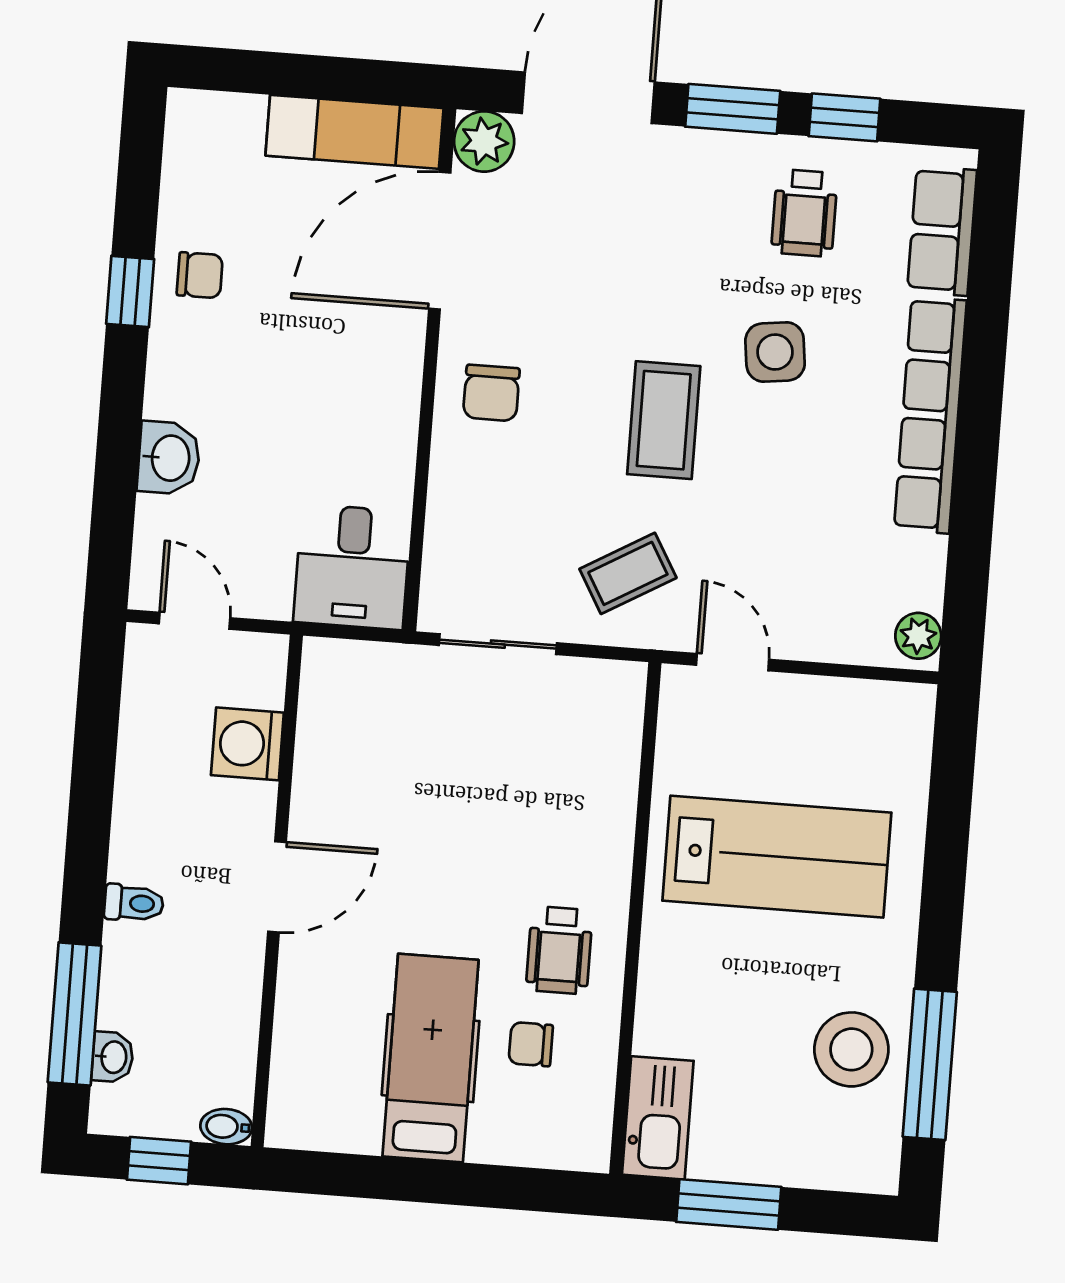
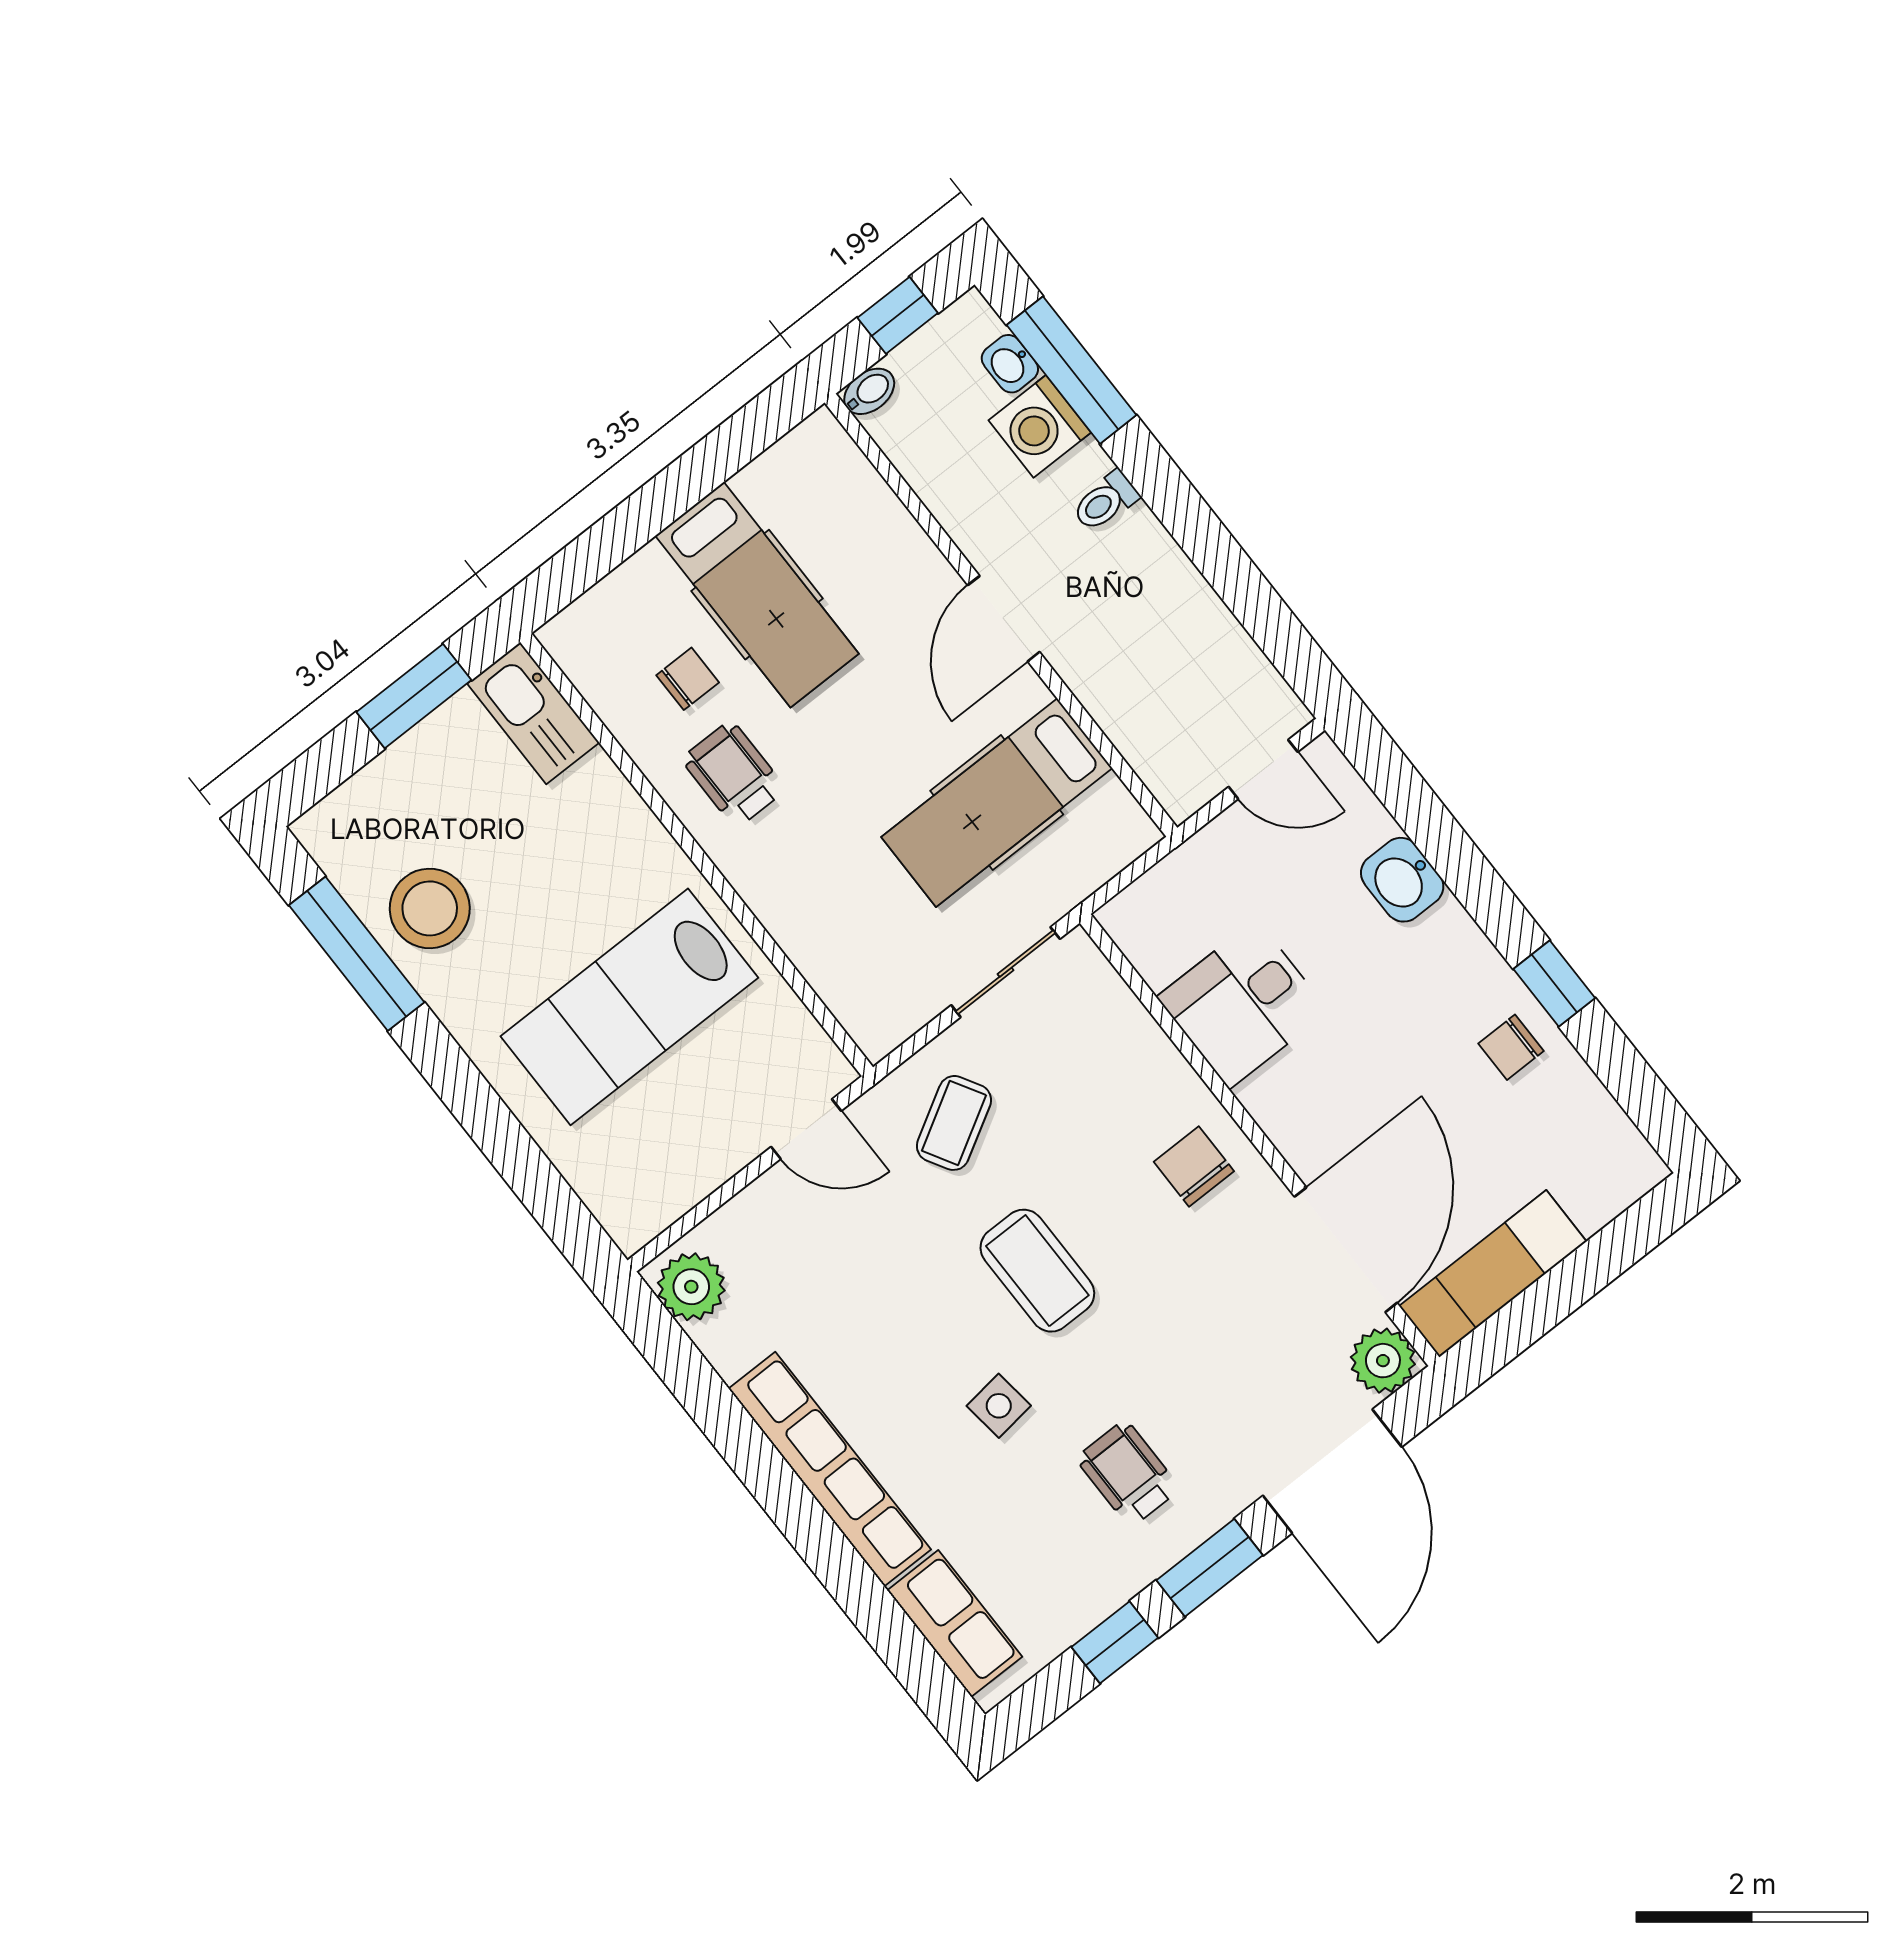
wheelchair: (804, 213) -> (1128, 1473), moved
side table: (775, 352) -> (999, 1406), width x0.73, depth x0.73
desk: (352, 567) -> (1243, 1004), moved, turned -90
plant: (918, 636) -> (691, 1287), width x1.38, depth x1.38
washing machine: (247, 744) -> (1040, 426), moved, turned 180
hospital bed: (397, 765) -> (997, 803), added

